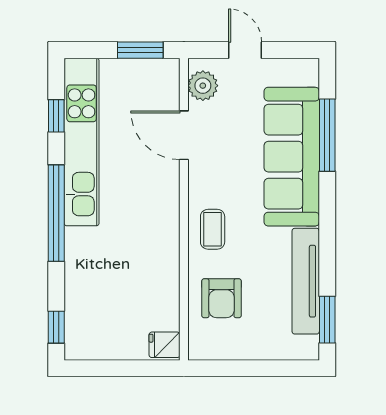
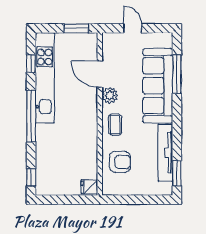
plant: (203, 86) -> (110, 95), moved
armchair: (221, 298) -> (120, 162), turned -90

